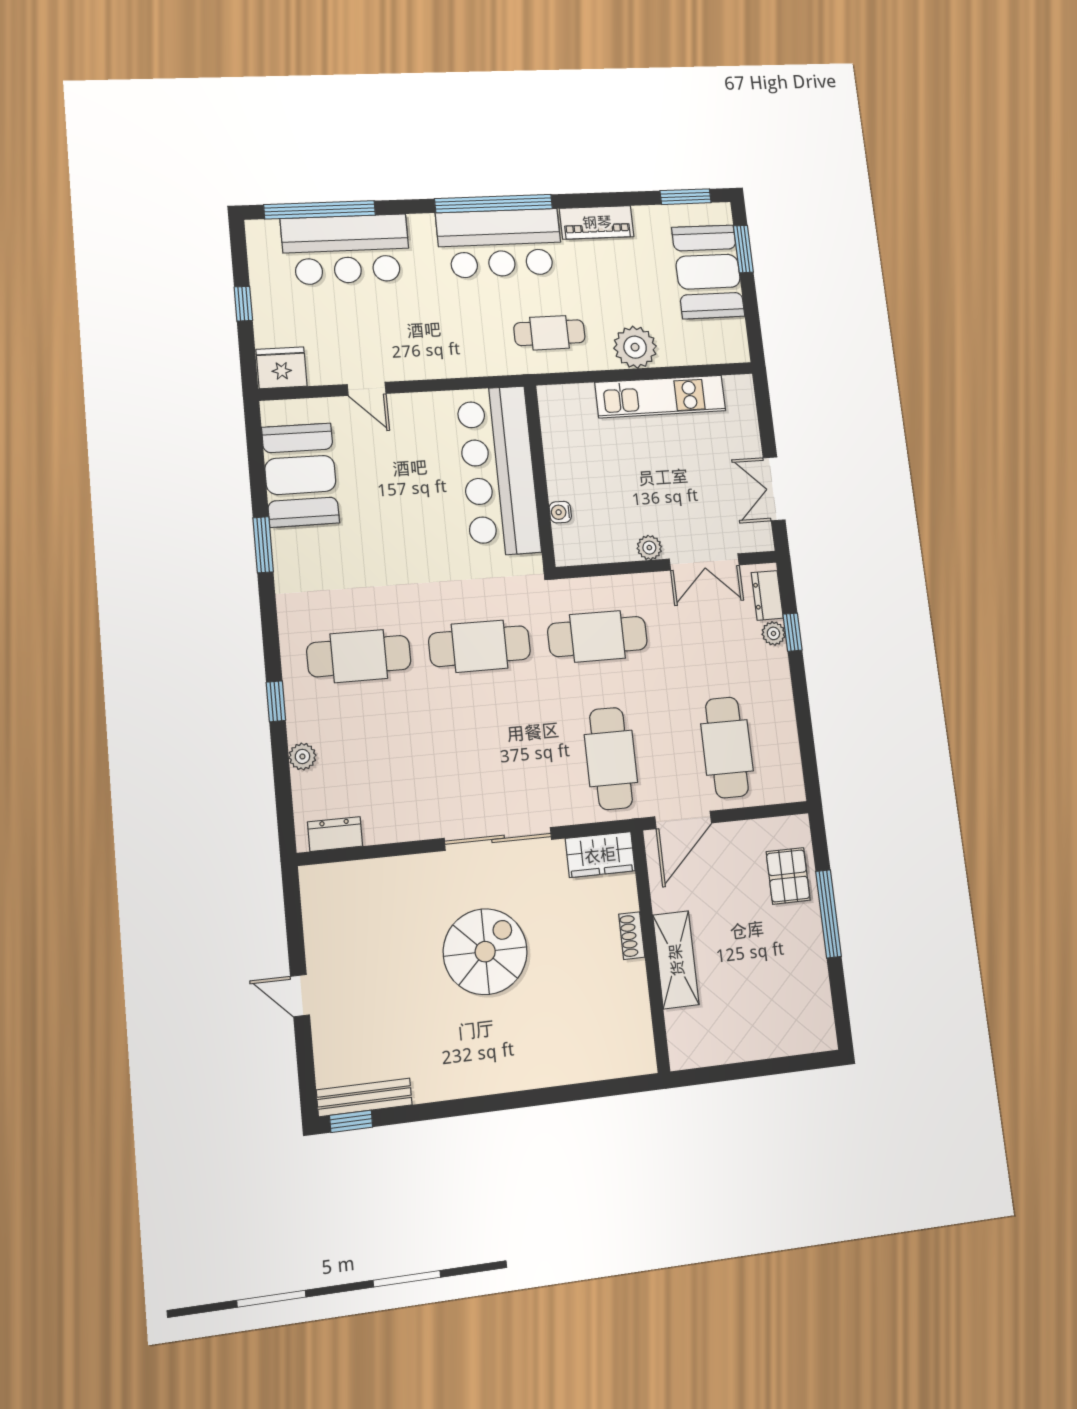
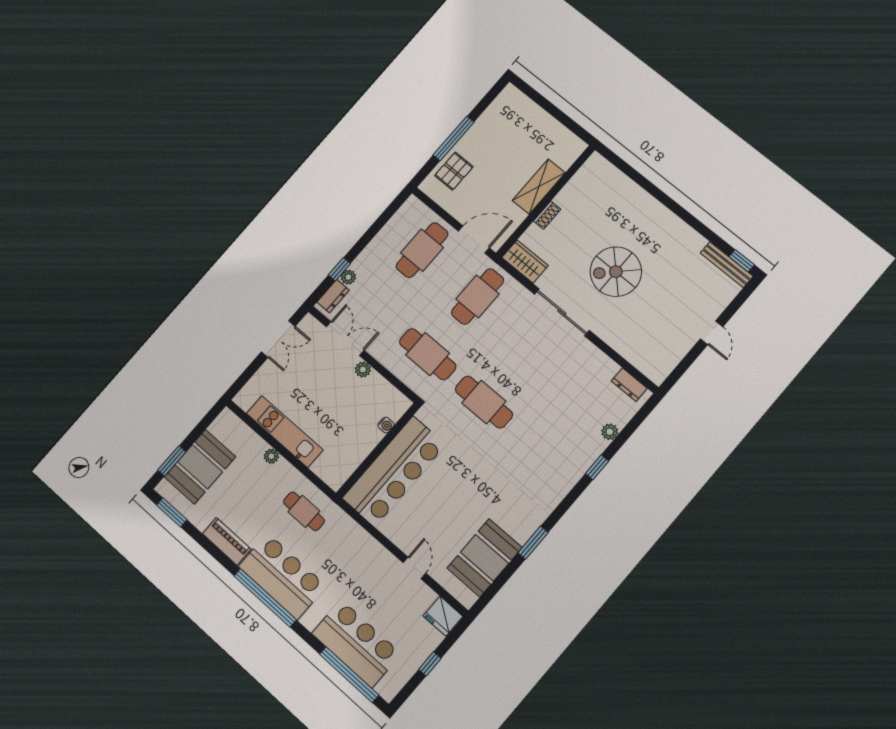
plant: (635, 347) -> (271, 456), width x0.53, depth x0.53
cafe table: (359, 656) -> (541, 451), removed

